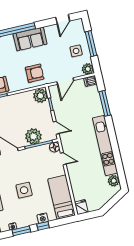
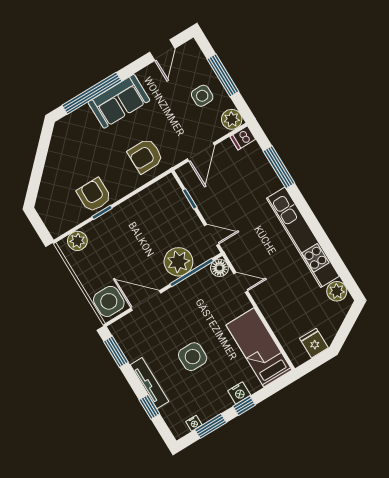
armchair: (35, 73) -> (145, 156), turned 180
plant: (40, 96) -> (168, 190), removed
fridge: (81, 207) -> (314, 343), moved

